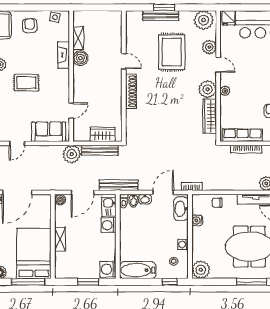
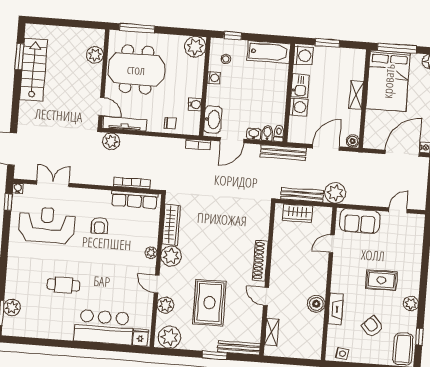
bench: (161, 16) -> (239, 348), moved
armchair: (30, 26) -> (372, 327), moved, turned 141
shelving: (78, 38) -> (272, 332), moved
kitchen sink: (109, 207) -> (300, 86), moved

